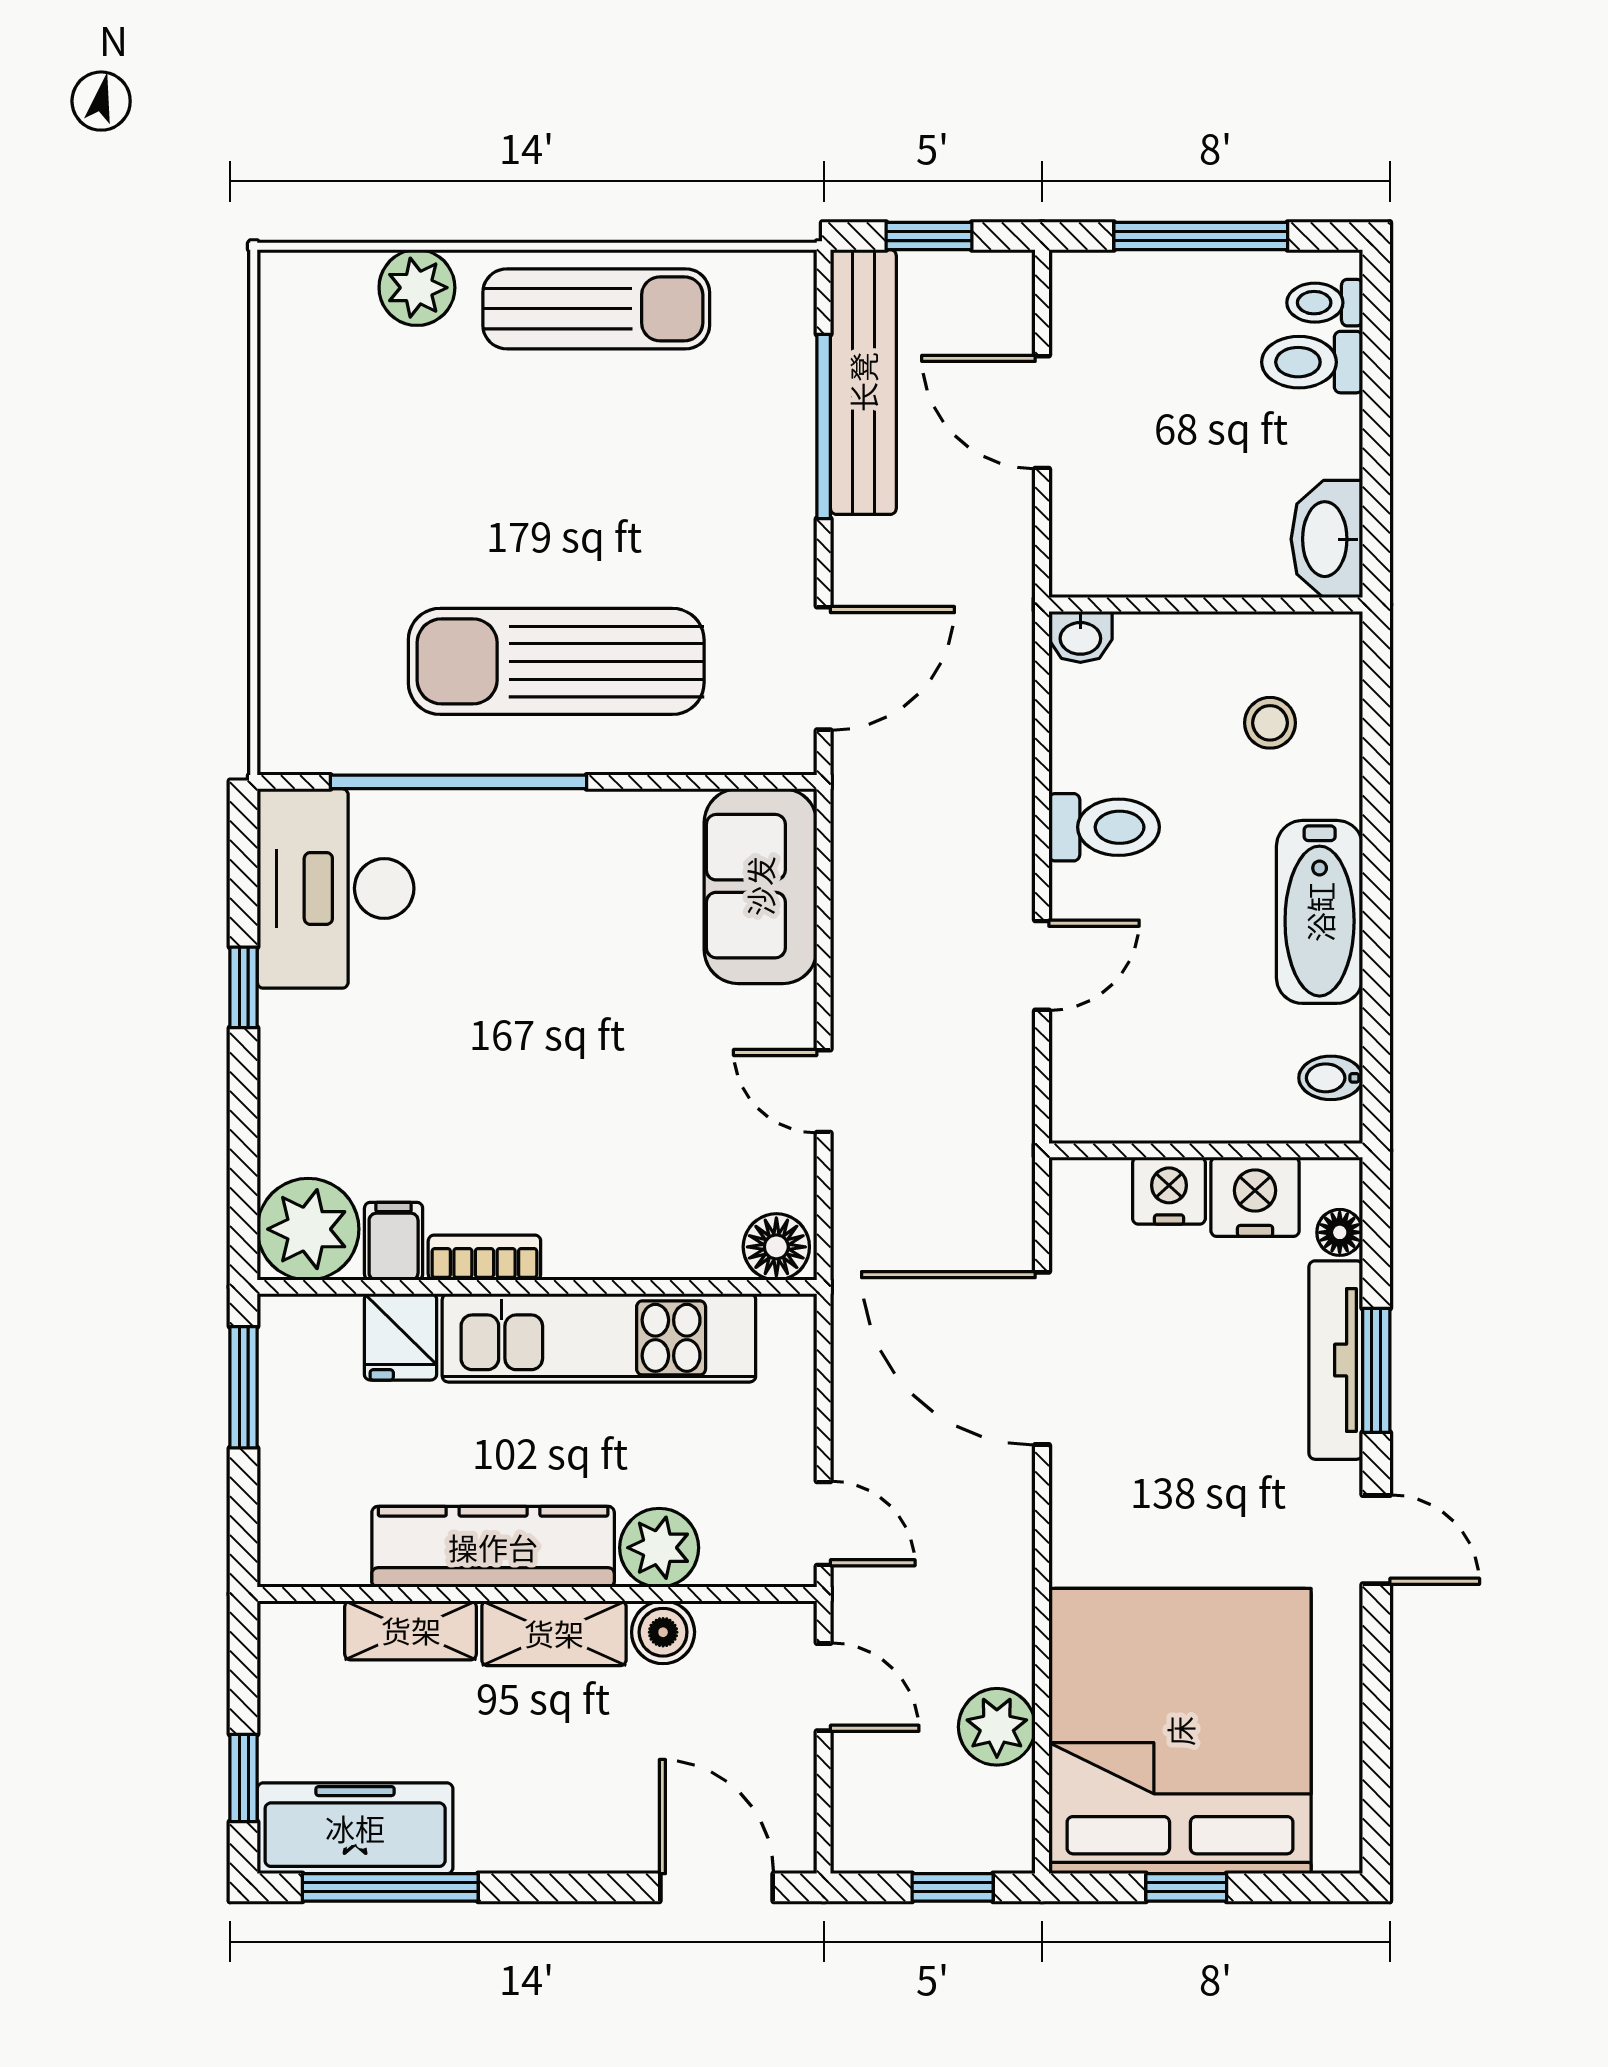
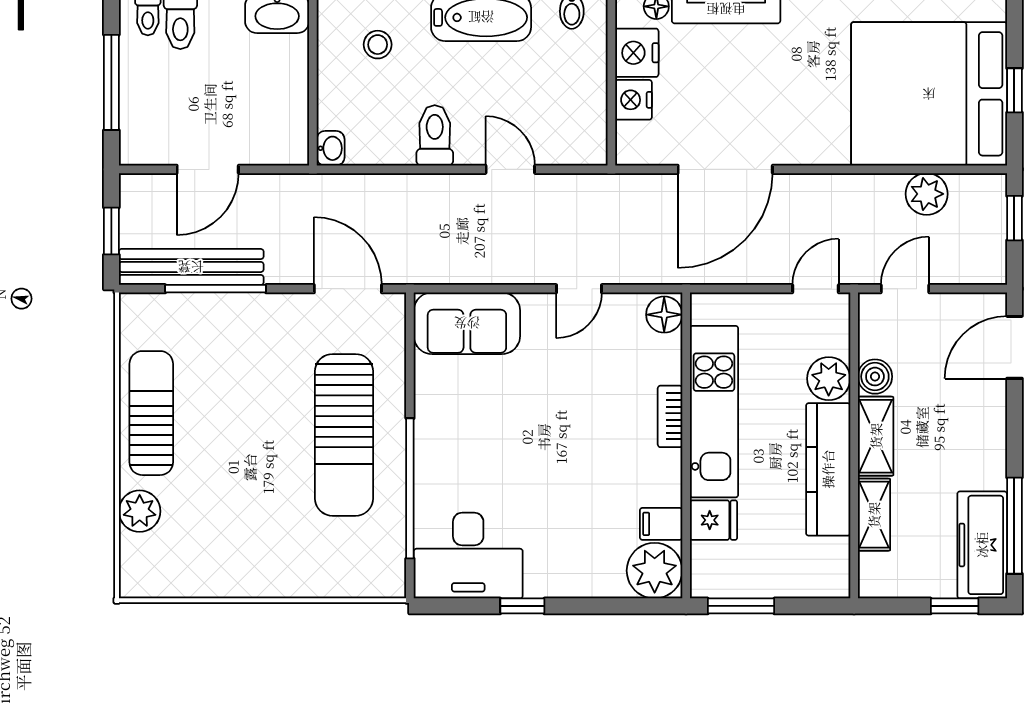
bookcase: (484, 1258) -> (670, 416), moved

